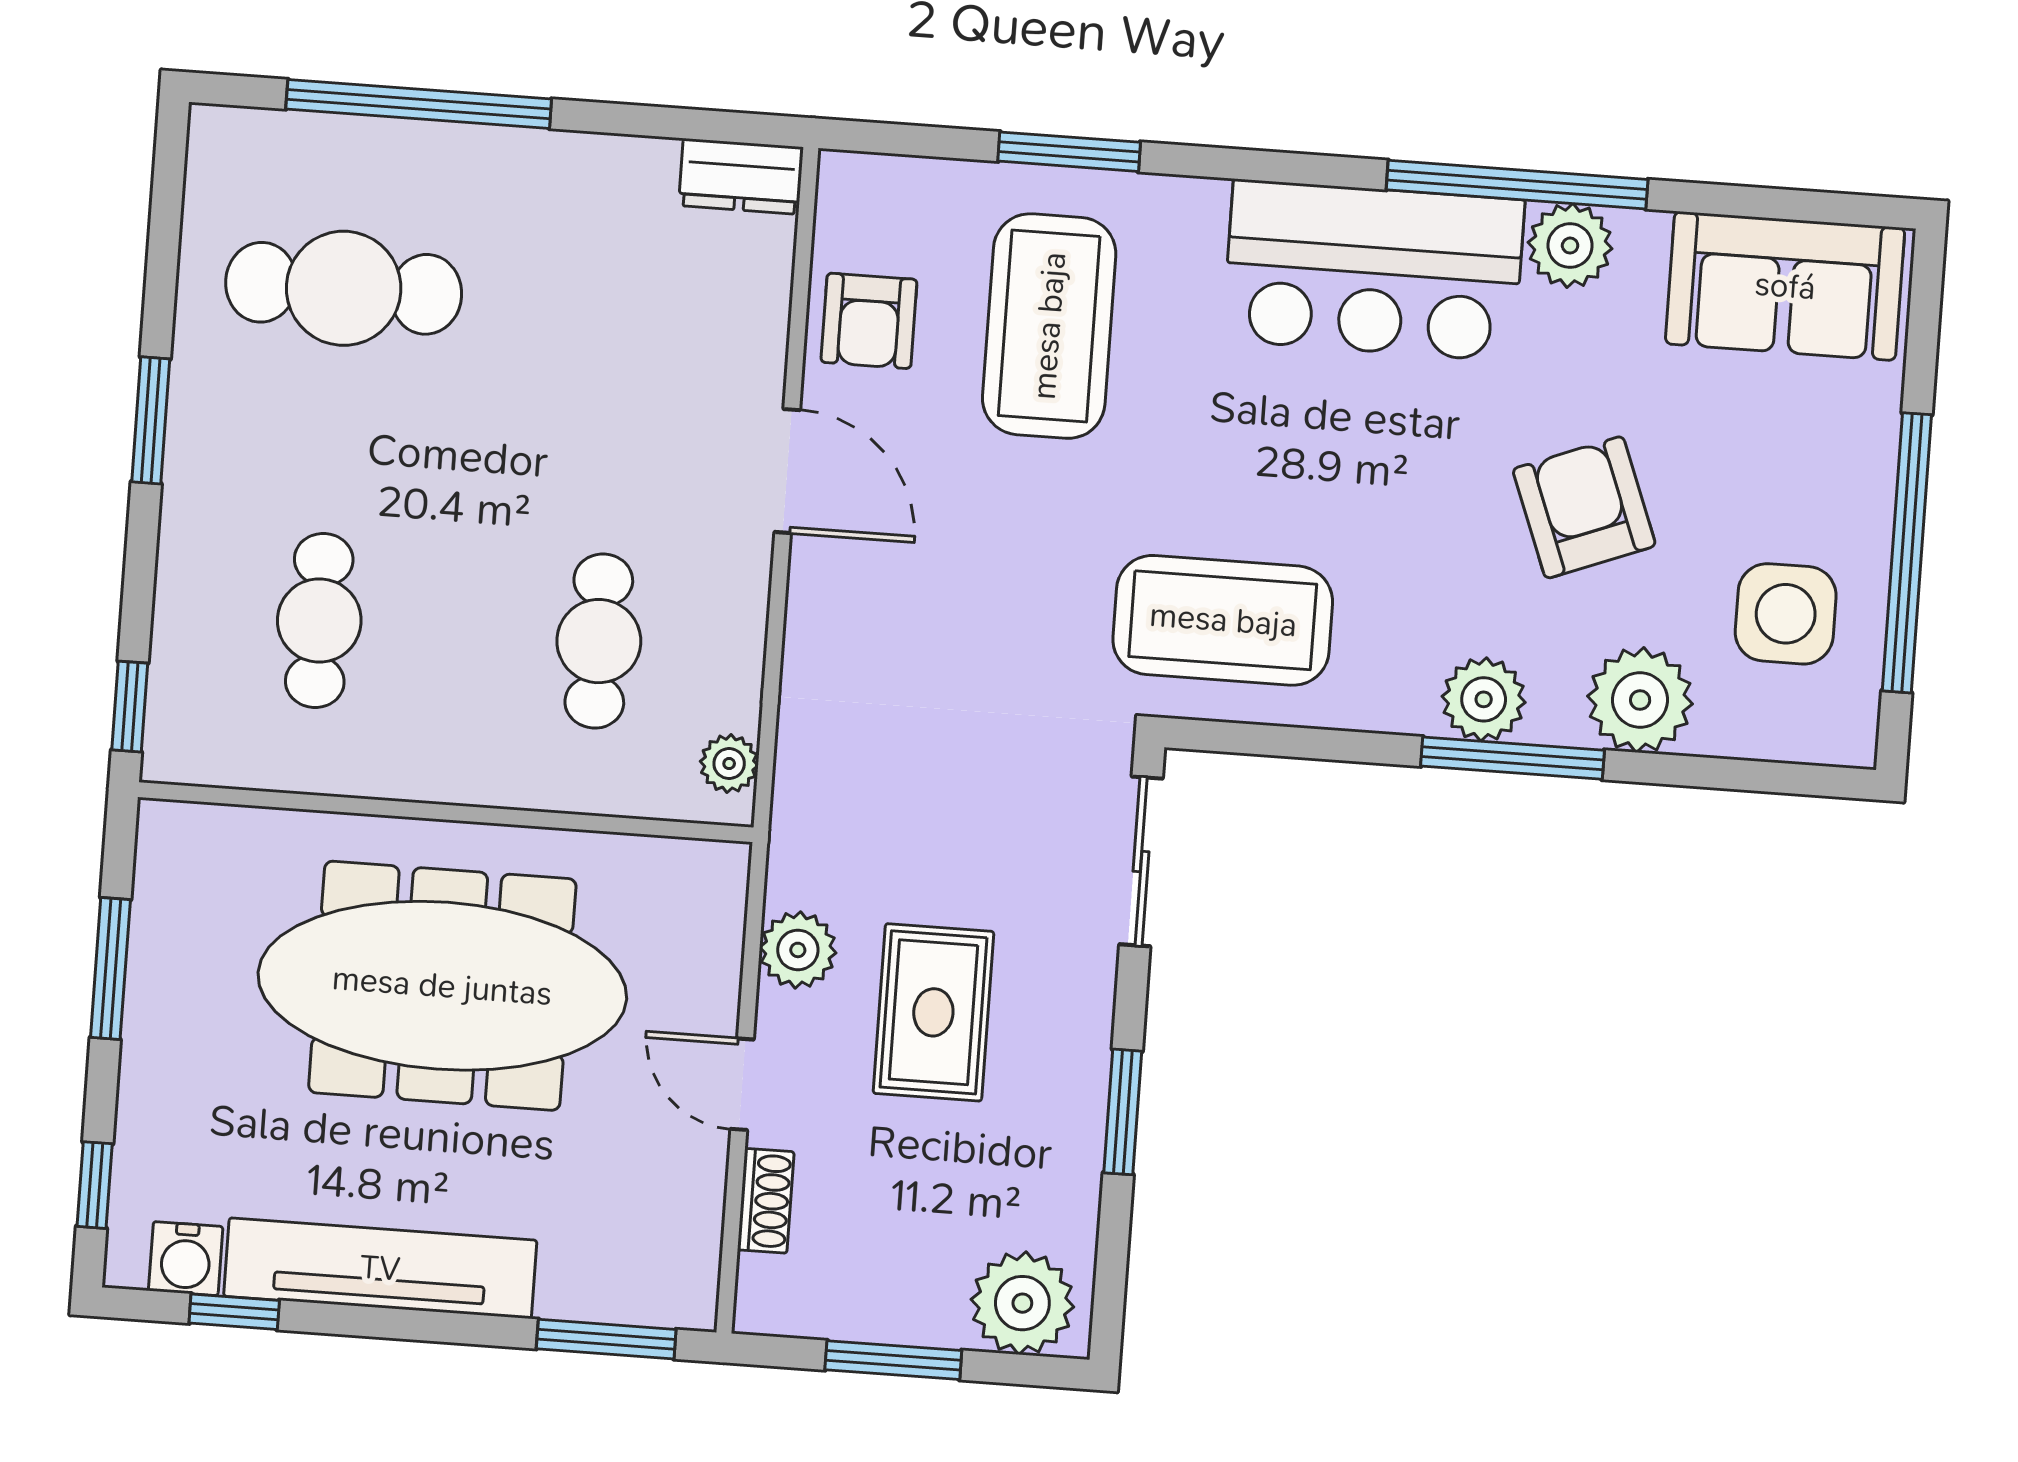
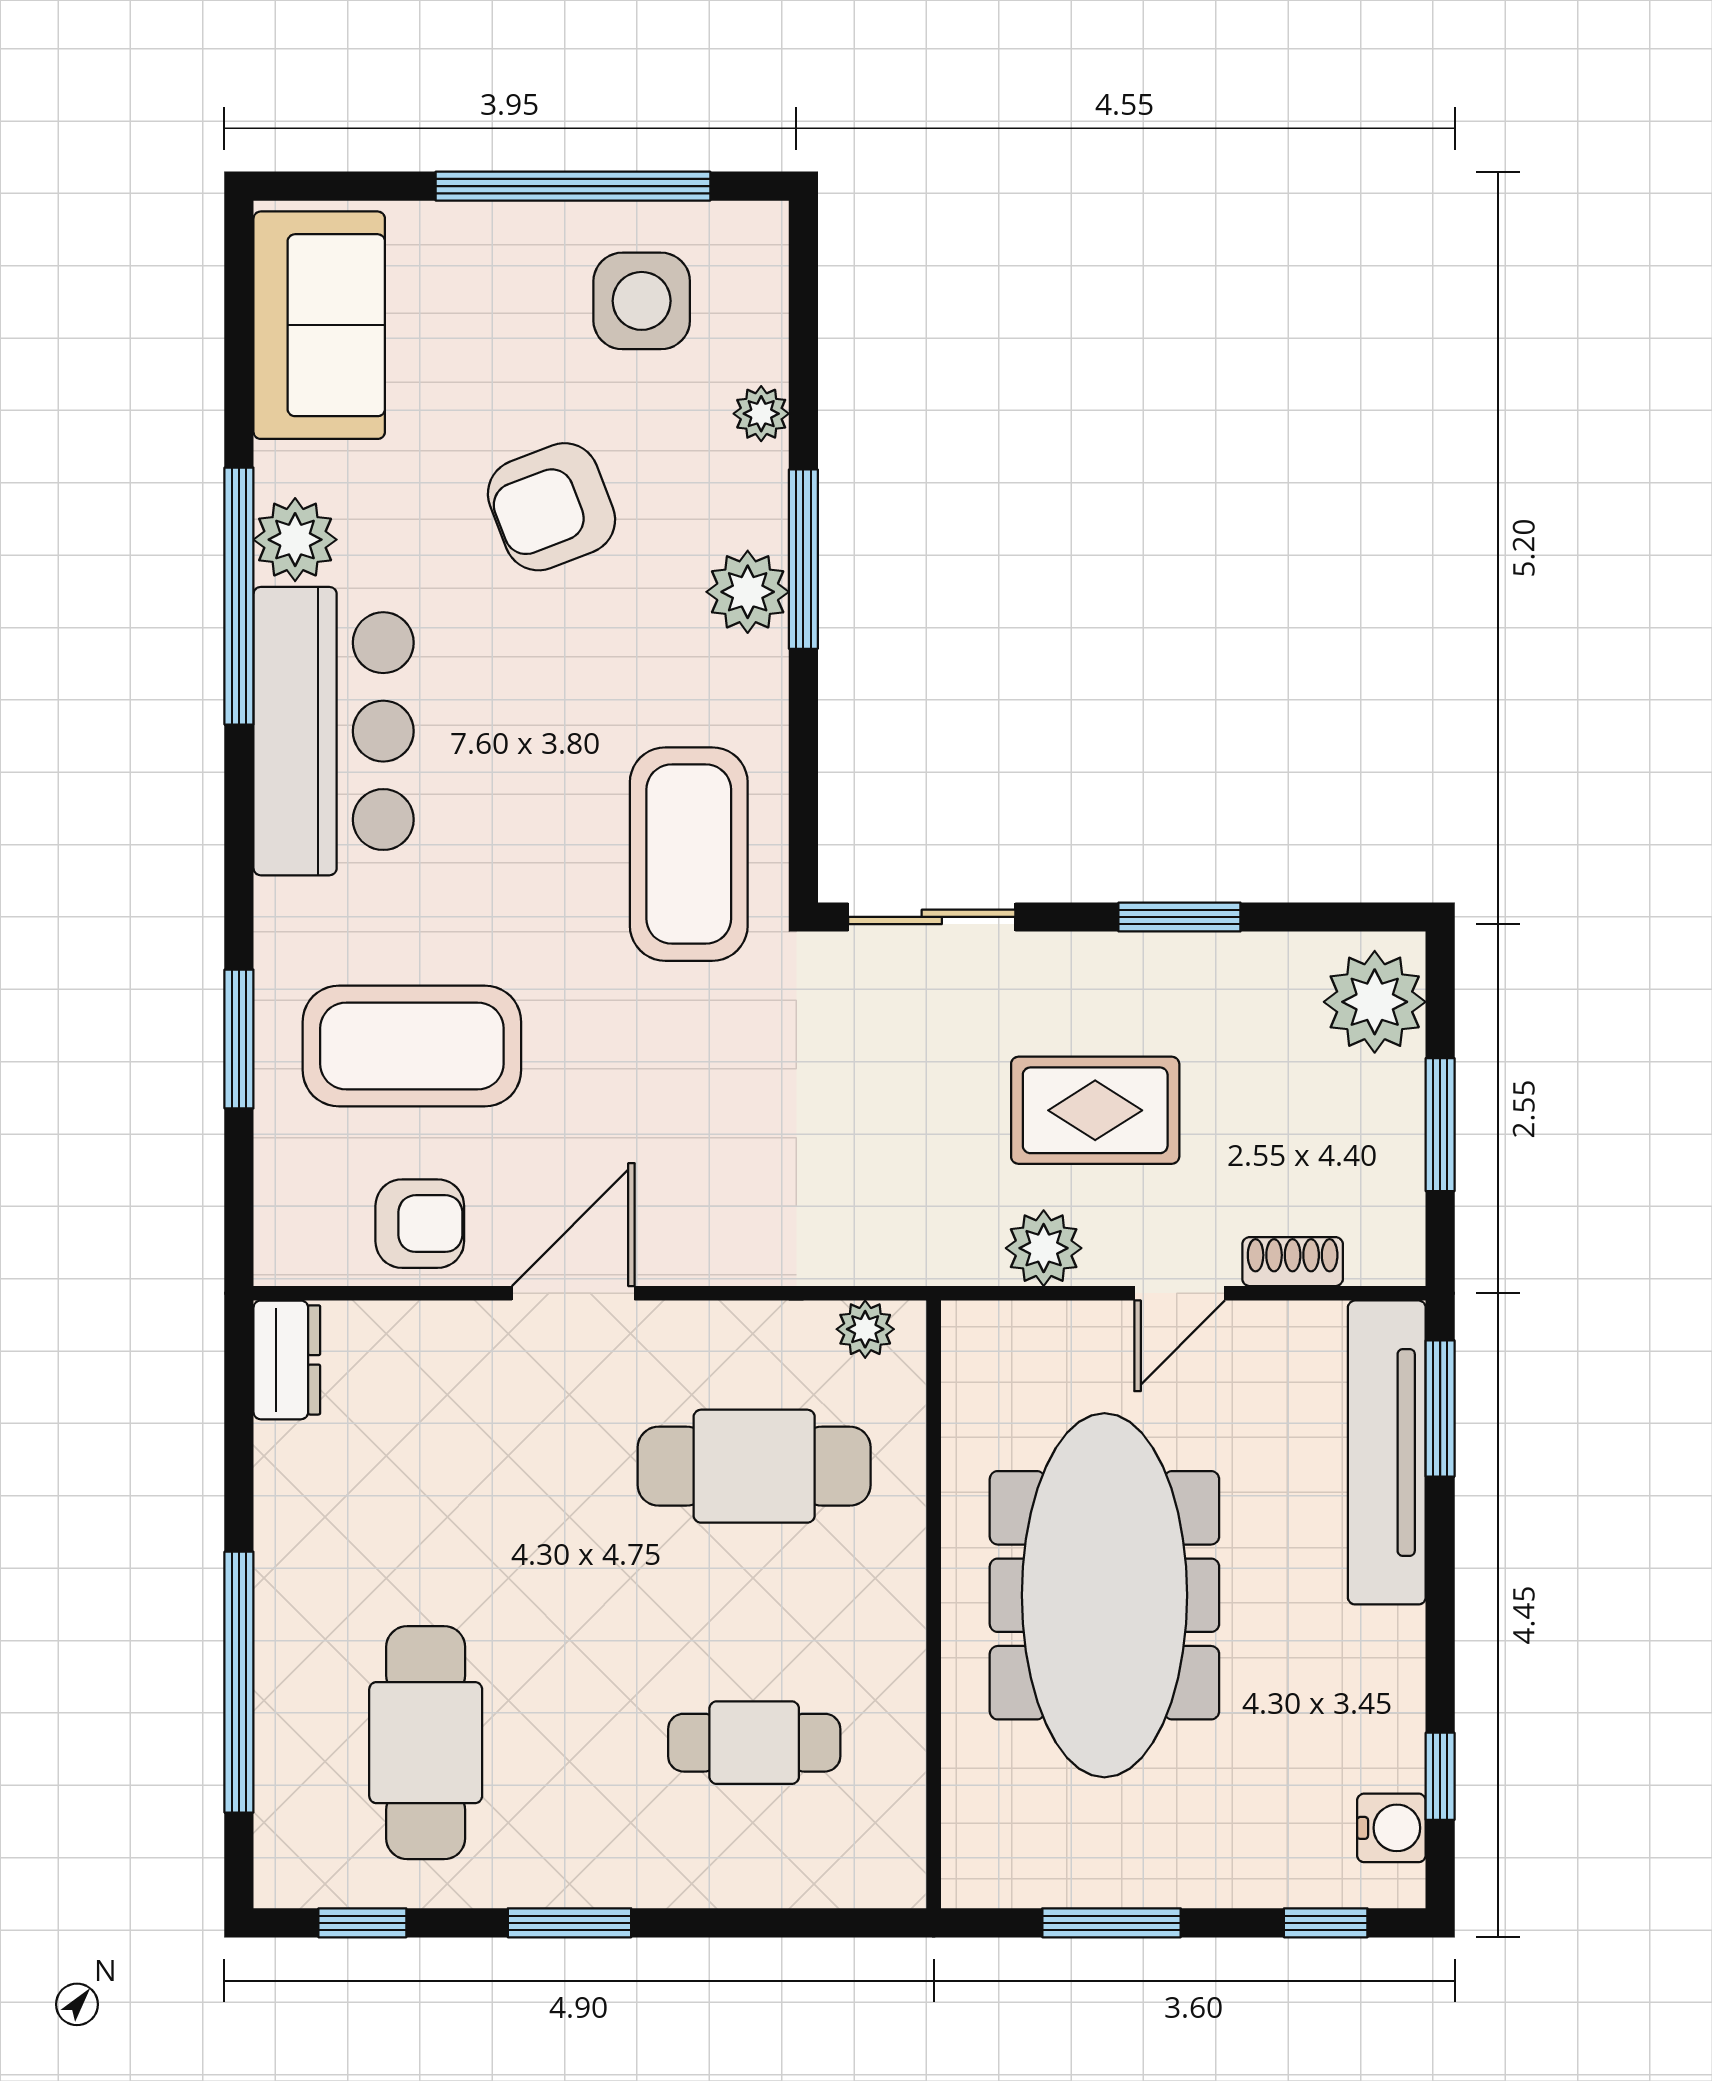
cafe table: (599, 641) -> (754, 1466), width x1.37, depth x1.35
plant: (1640, 700) -> (761, 414), width x0.53, depth x0.53
window: (130, 707) -> (362, 1923), moved
tv unit: (380, 1268) -> (1387, 1452), moved

